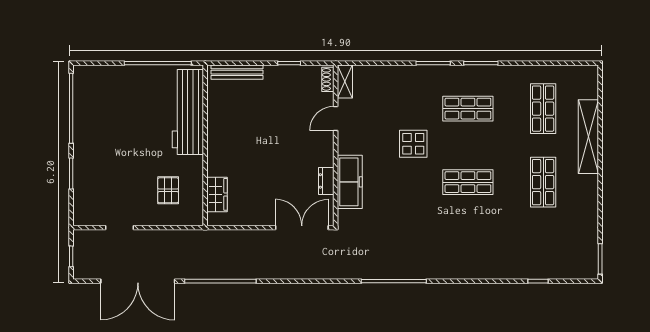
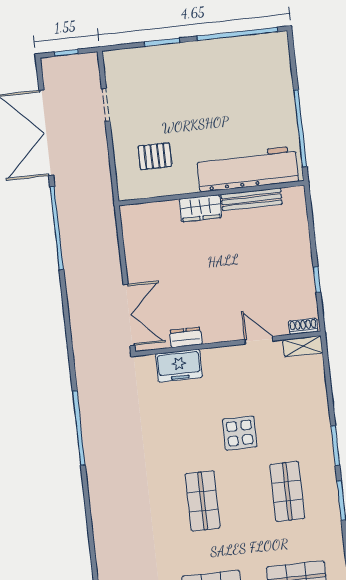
bench: (237, 72) -> (252, 199), moved, turned 90
freezer: (350, 182) -> (179, 366), width x0.71
wardrobe: (217, 194) -> (200, 208), moved

